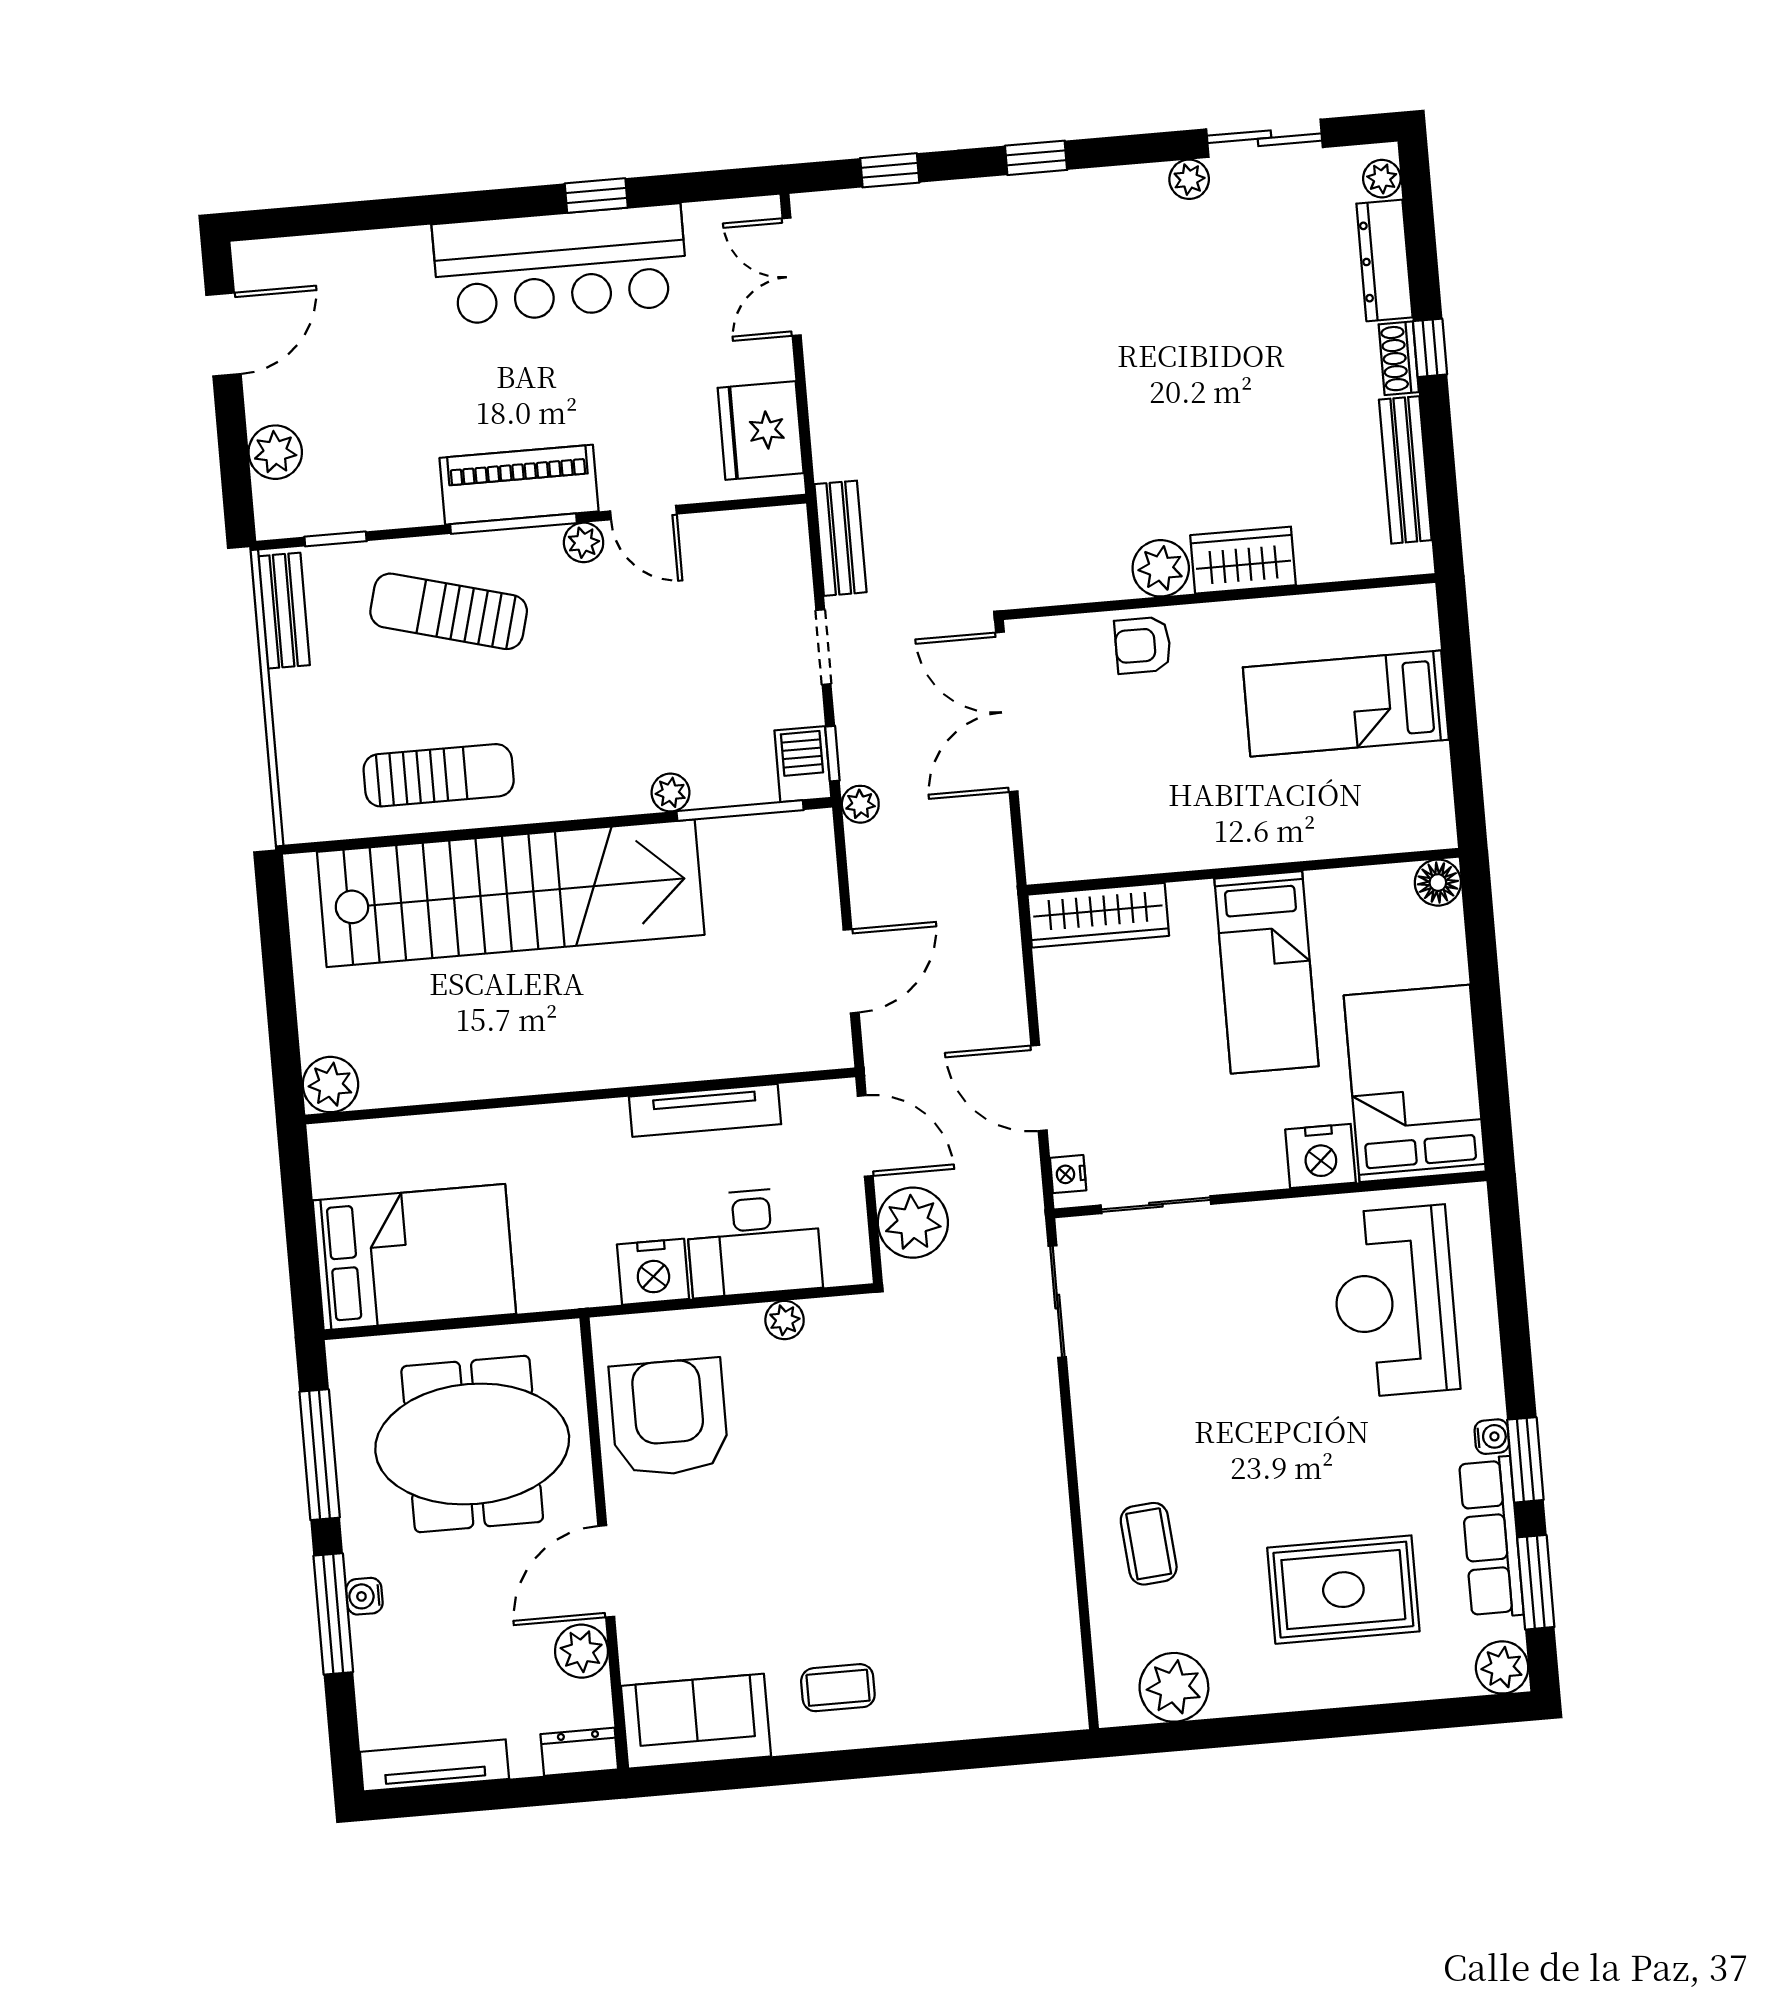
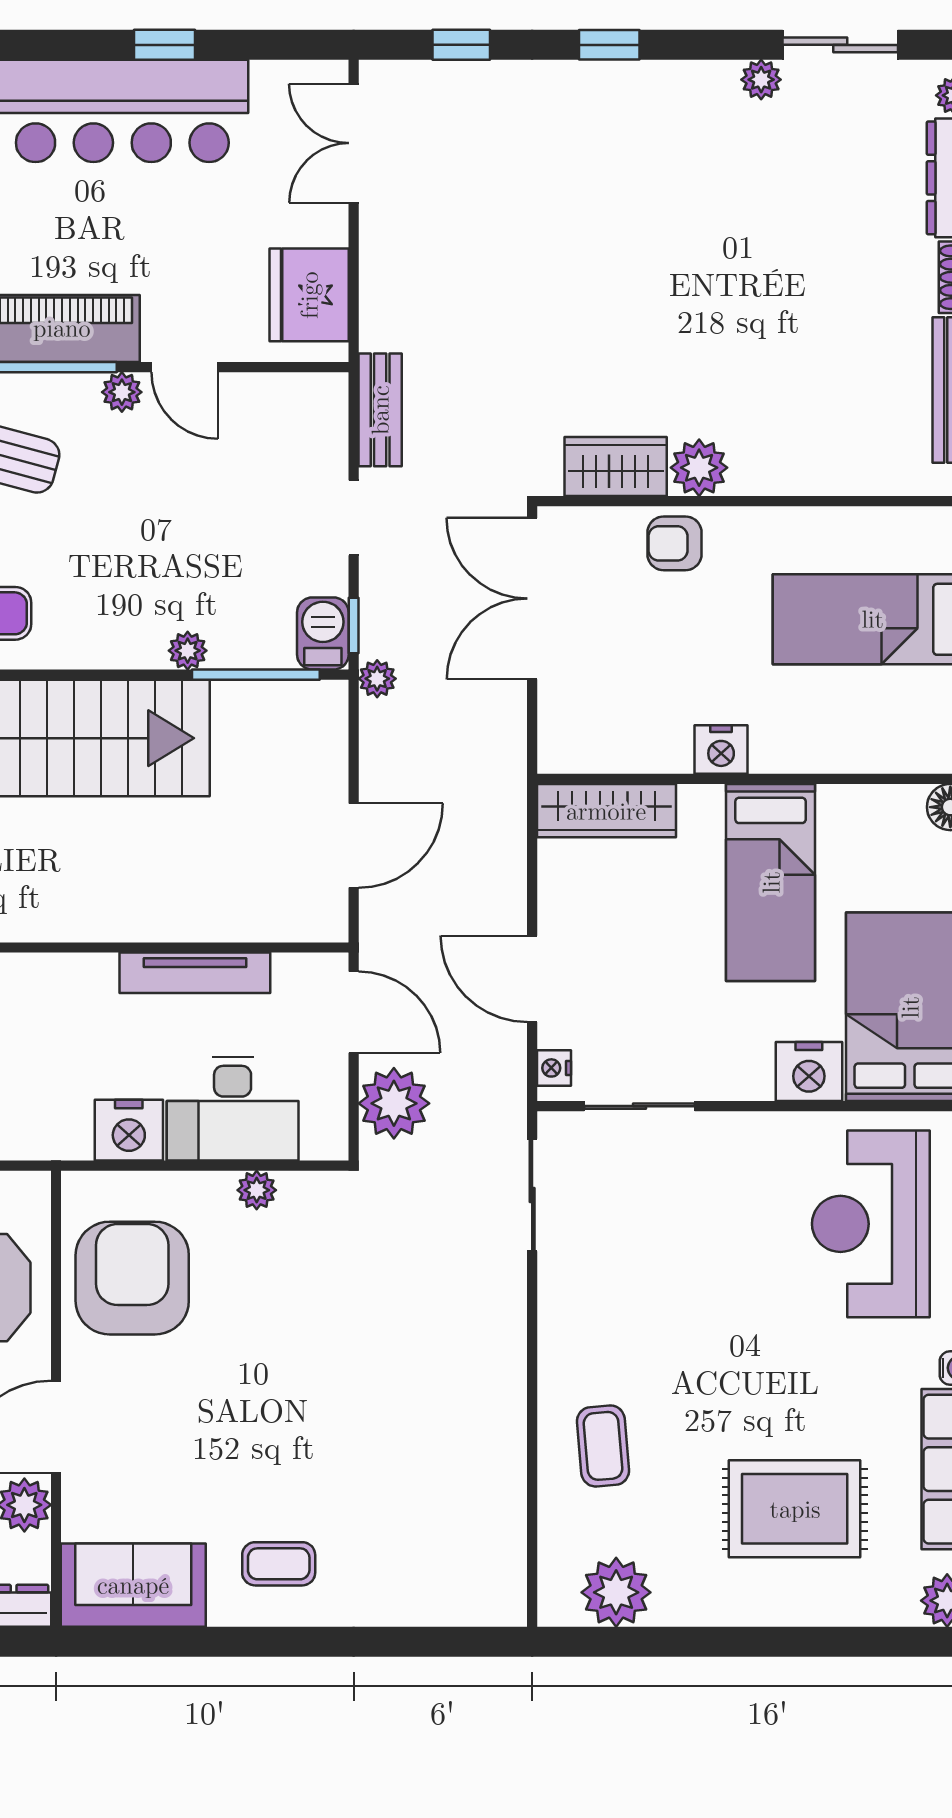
wardrobe: (1243, 560) -> (616, 467), moved
nightstand: (1206, 845) -> (721, 750), added

